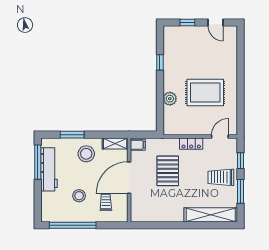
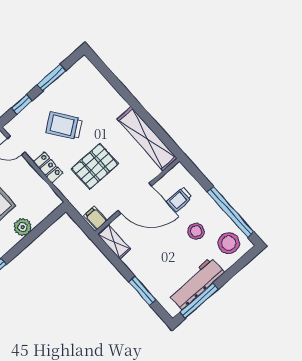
stool: (86, 154) -> (229, 243), moved
trolley: (221, 177) -> (64, 126), moved, turned 144
shelving: (211, 215) -> (147, 139), moved

